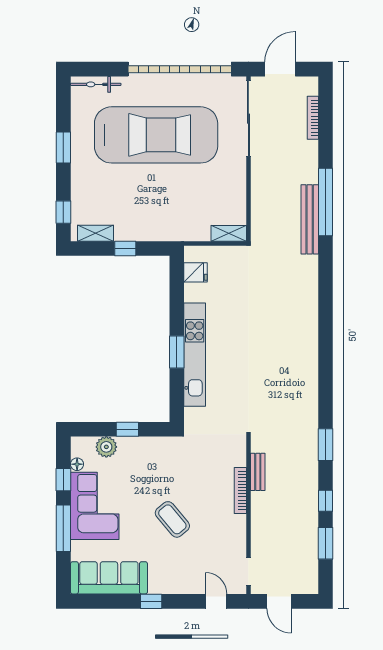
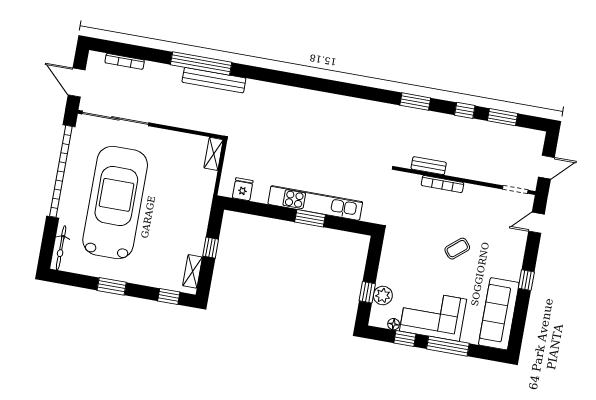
window: (127, 429) -> (367, 292), moved
coffee table: (172, 519) -> (457, 249), width x0.73, depth x0.77

